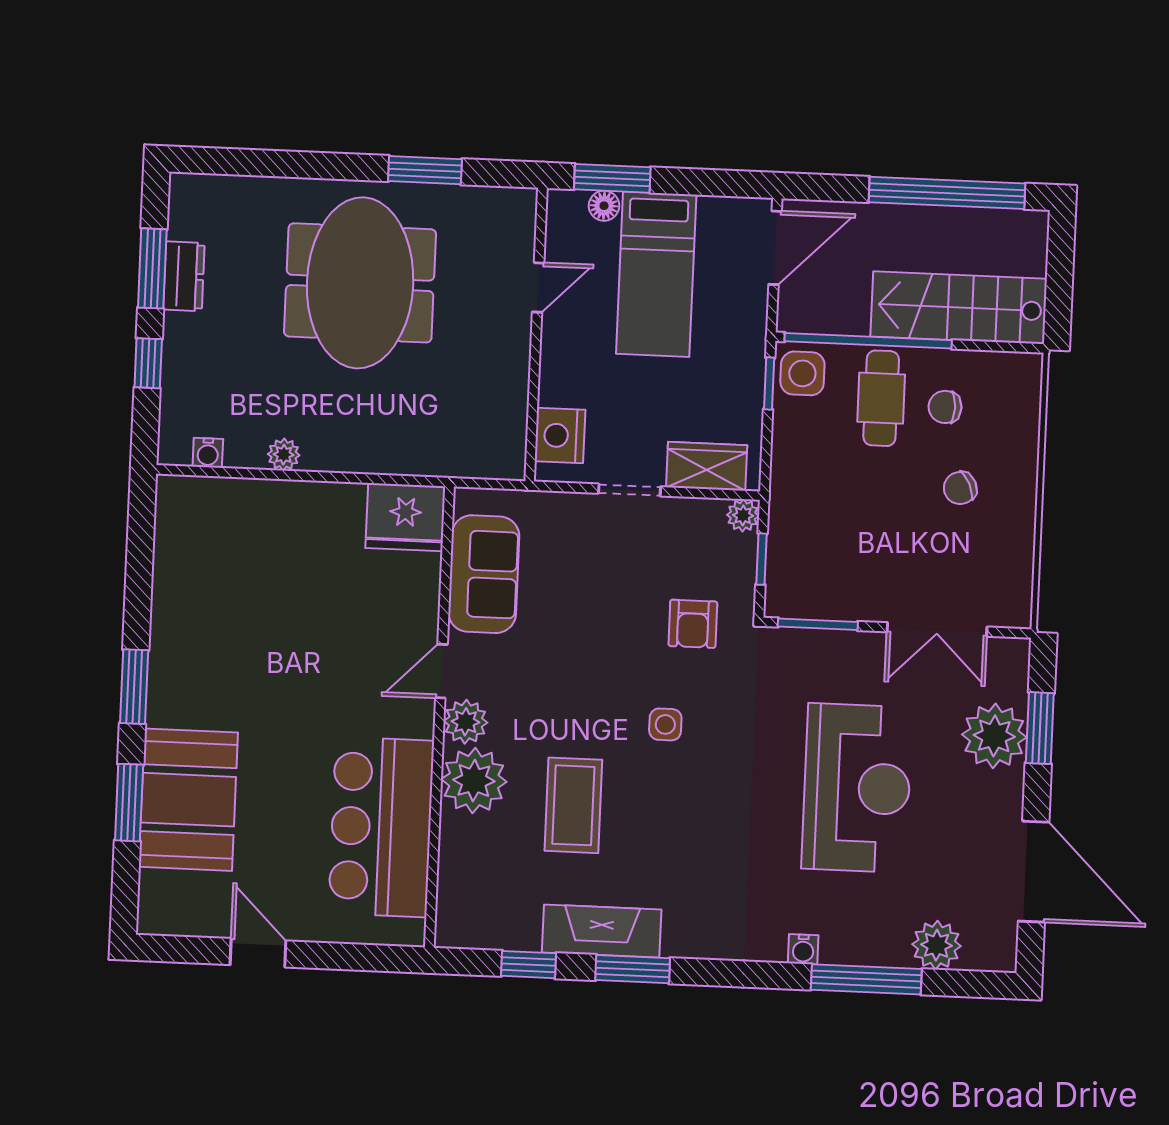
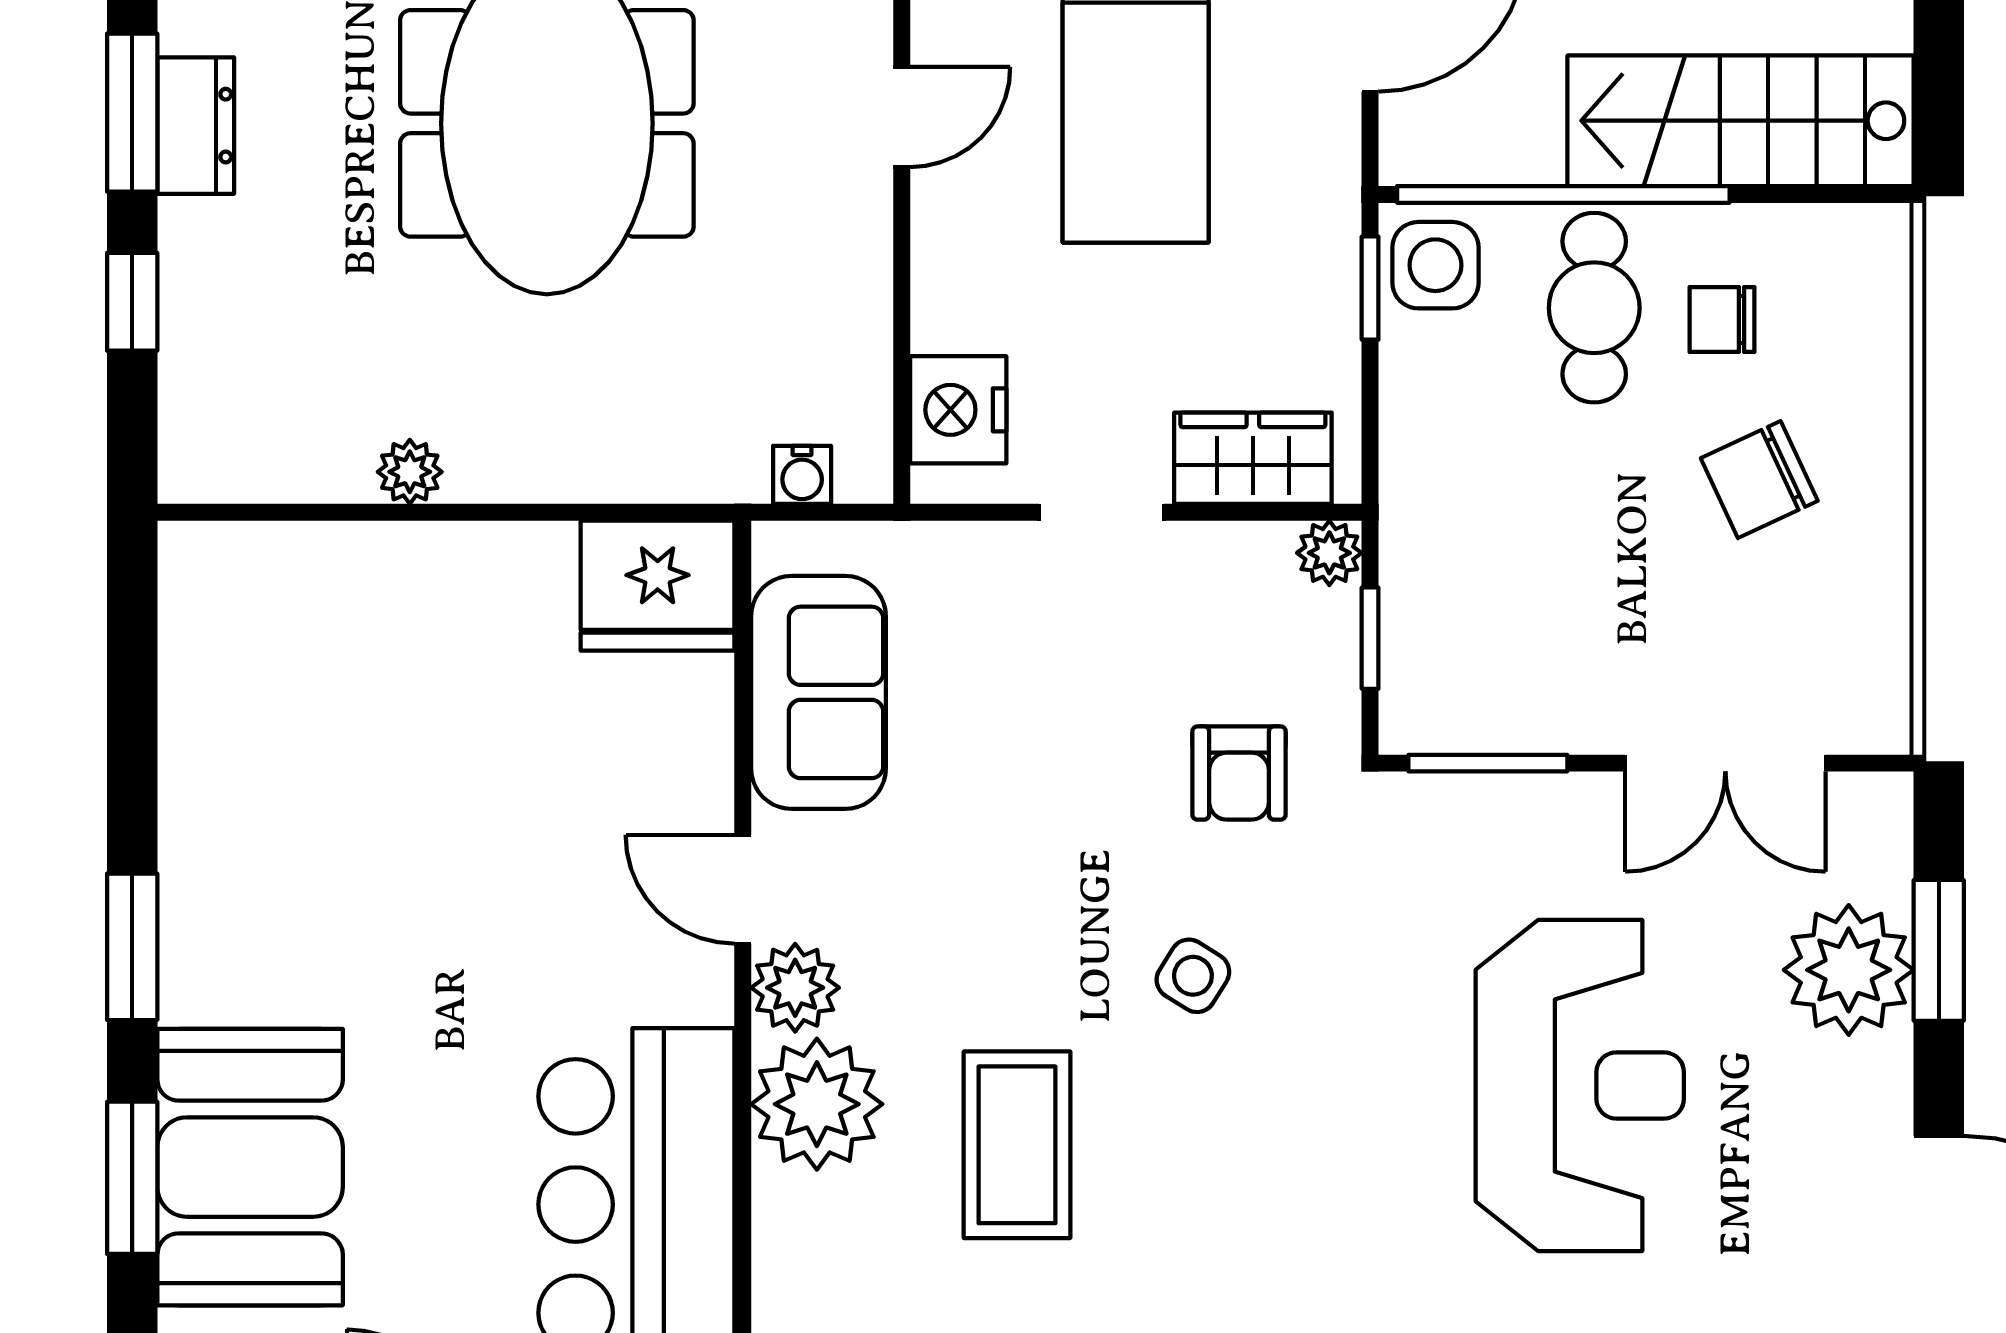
water cooler: (208, 453) -> (802, 475), moved
chair: (960, 488) -> (1759, 480), width x1.37, depth x1.37
door: (441, 671) -> (743, 889), hinge flipped
side table: (665, 724) -> (1193, 976), turned 32

